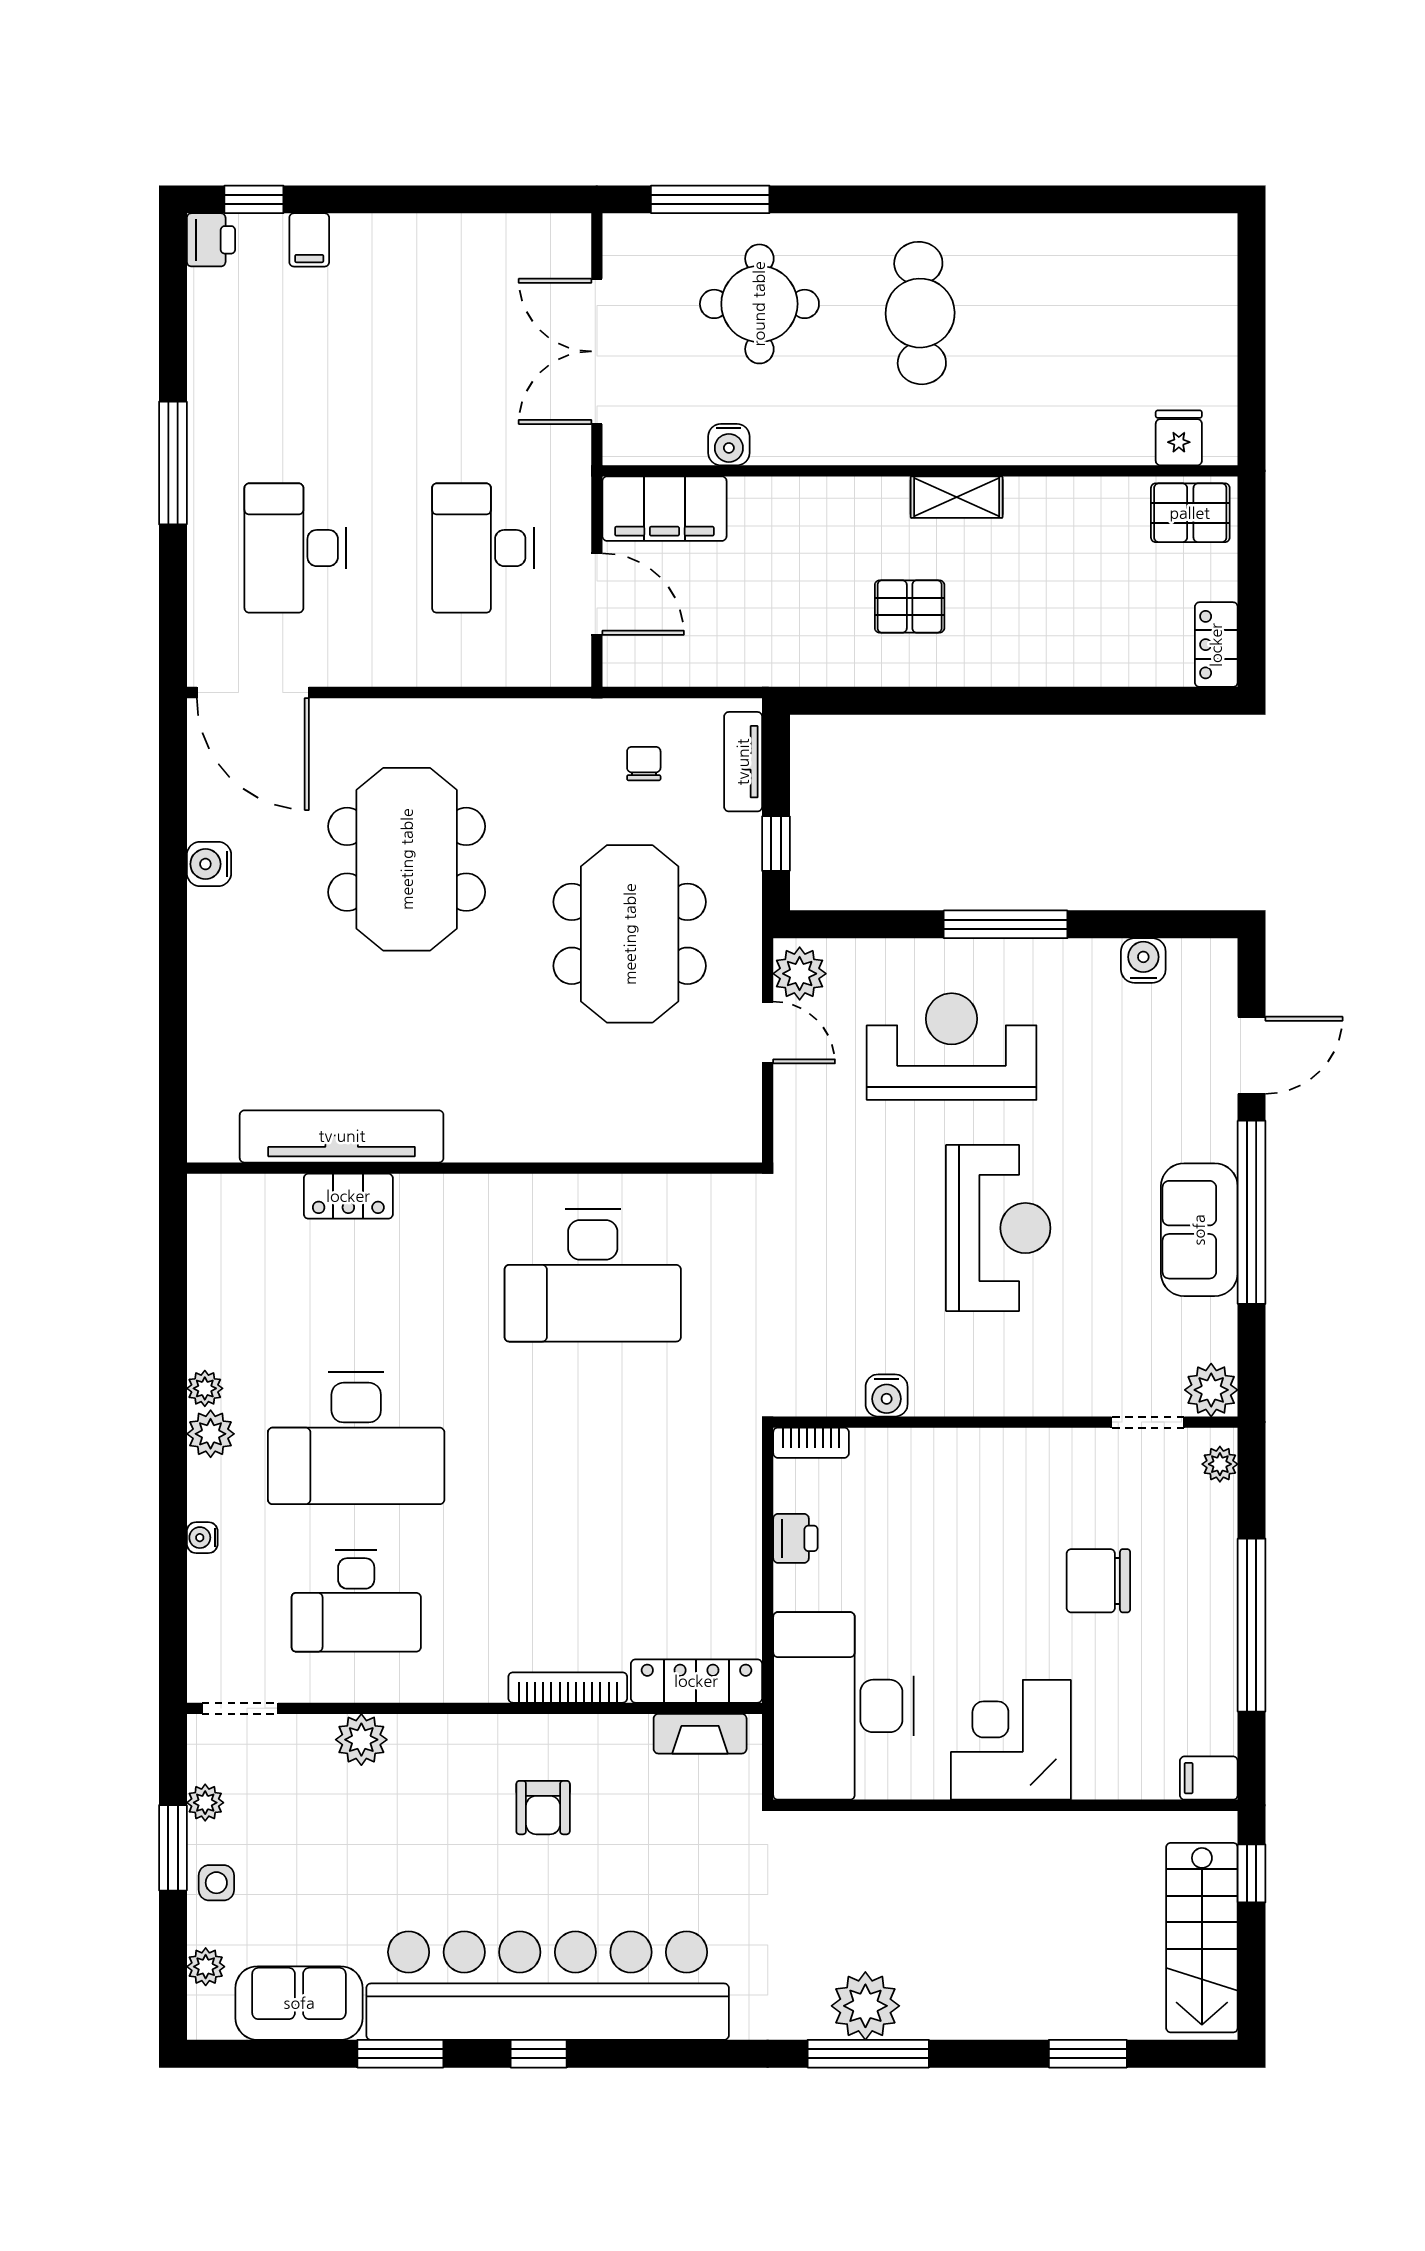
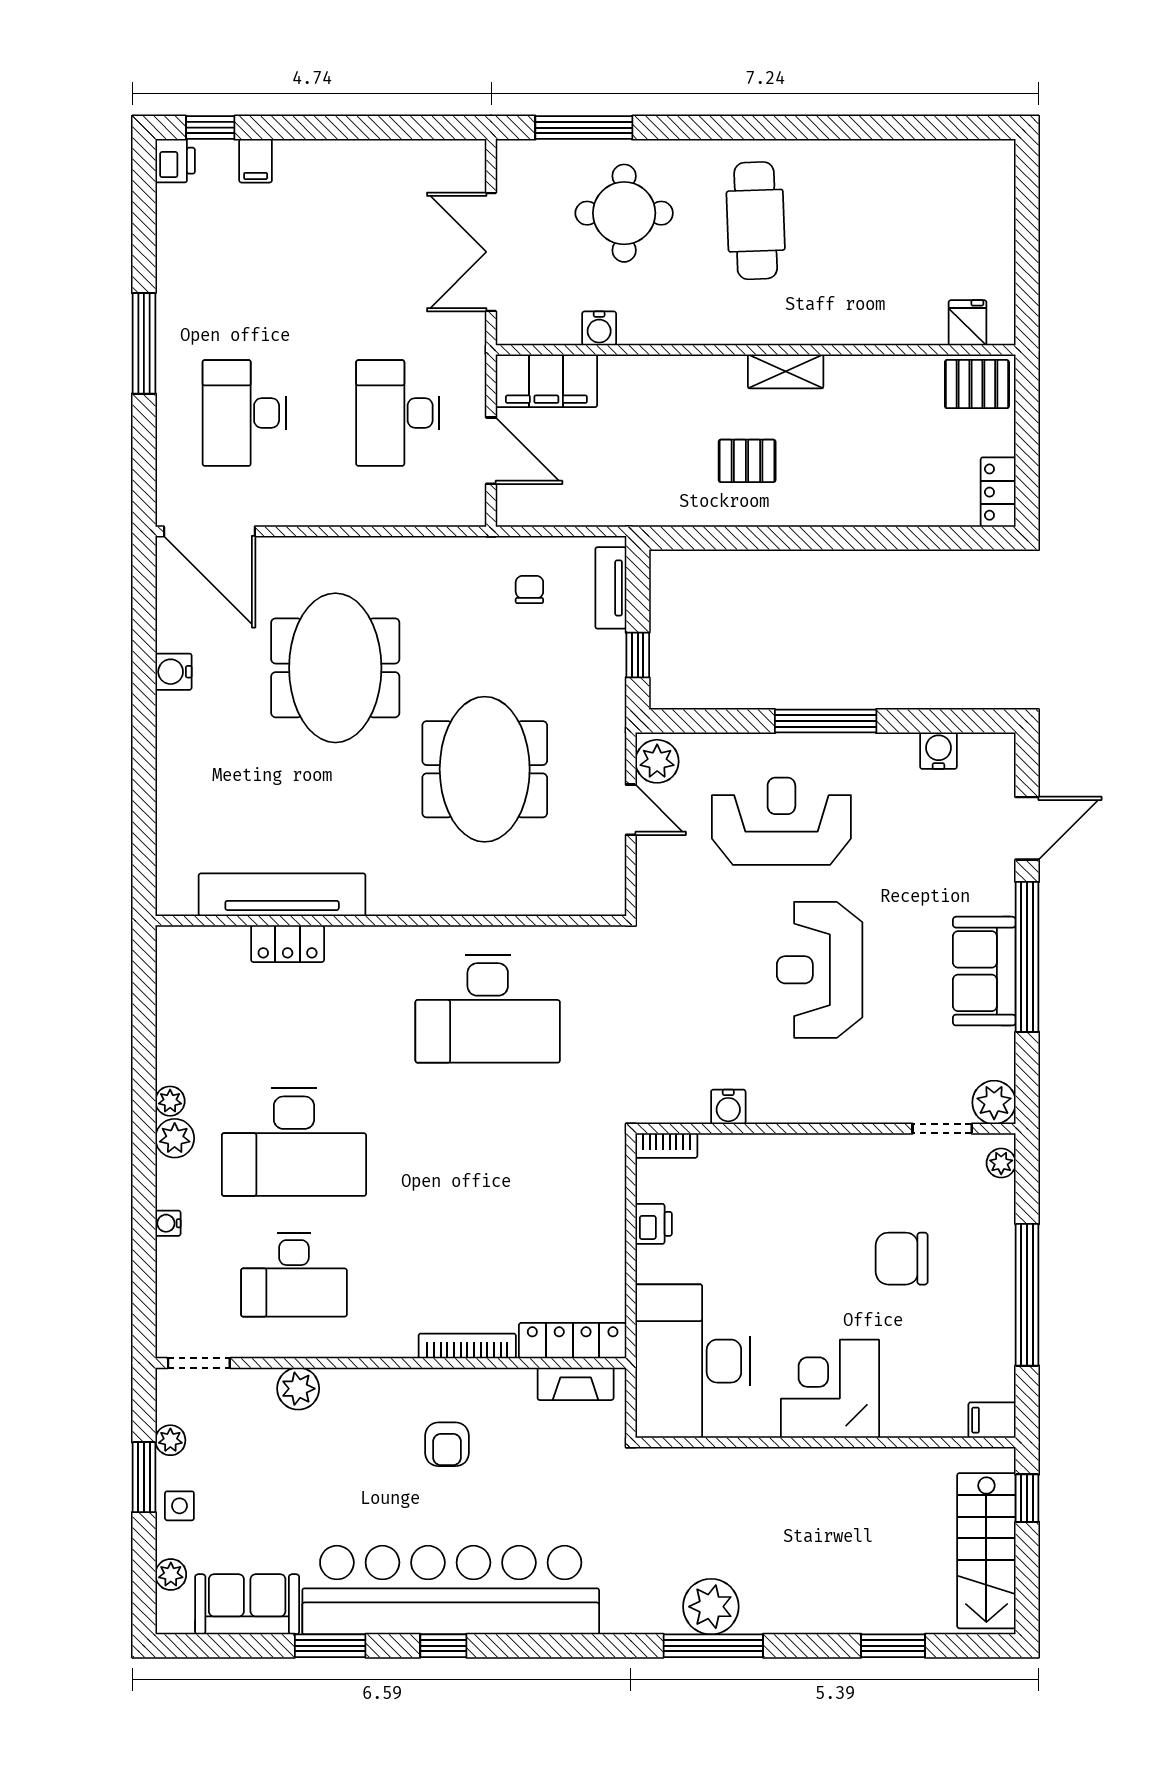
meeting table: (630, 934) -> (485, 769), moved
reception desk: (998, 1228) -> (820, 970), turned 180

